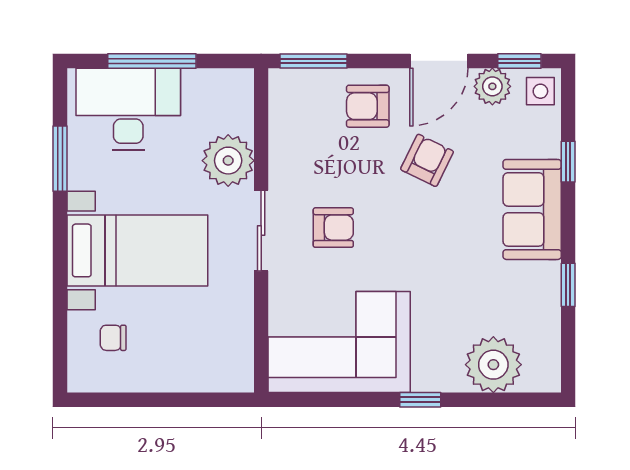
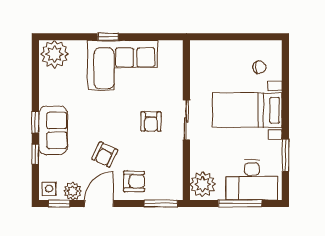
plant: (228, 161) -> (203, 184), moved
armchair: (333, 228) -> (151, 121), turned -90
window: (568, 285) -> (35, 122), moved
corner sofa: (339, 342) -> (122, 65), moved
plant: (493, 365) -> (55, 54), moved

